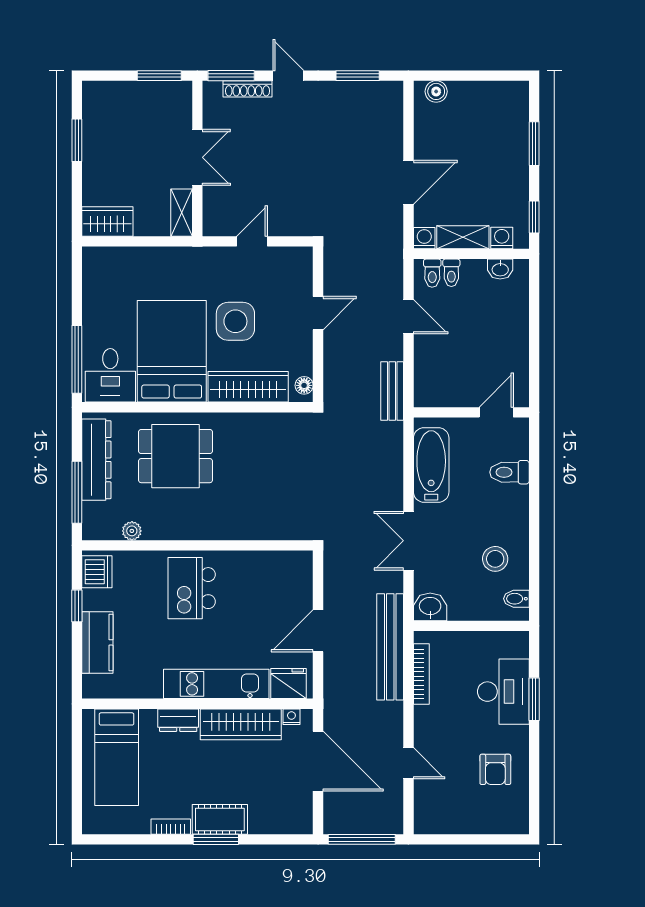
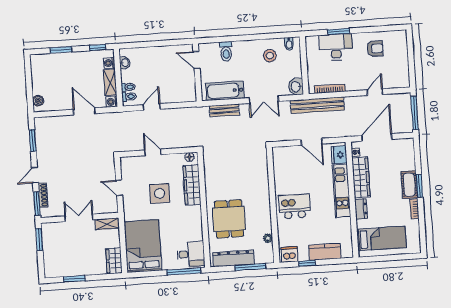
bed: (172, 351) -> (143, 246), moved, turned 90
bench: (392, 391) -> (224, 110), moved
kitchen island: (192, 588) -> (294, 206), turned 180

